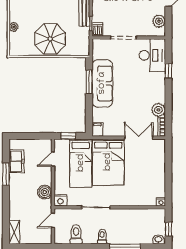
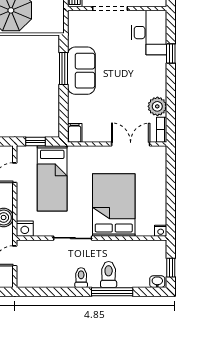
sofa: (102, 83) -> (81, 71), width x0.73
bed: (108, 162) -> (114, 205), moved, turned 180
toilet: (76, 234) -> (109, 274), moved

